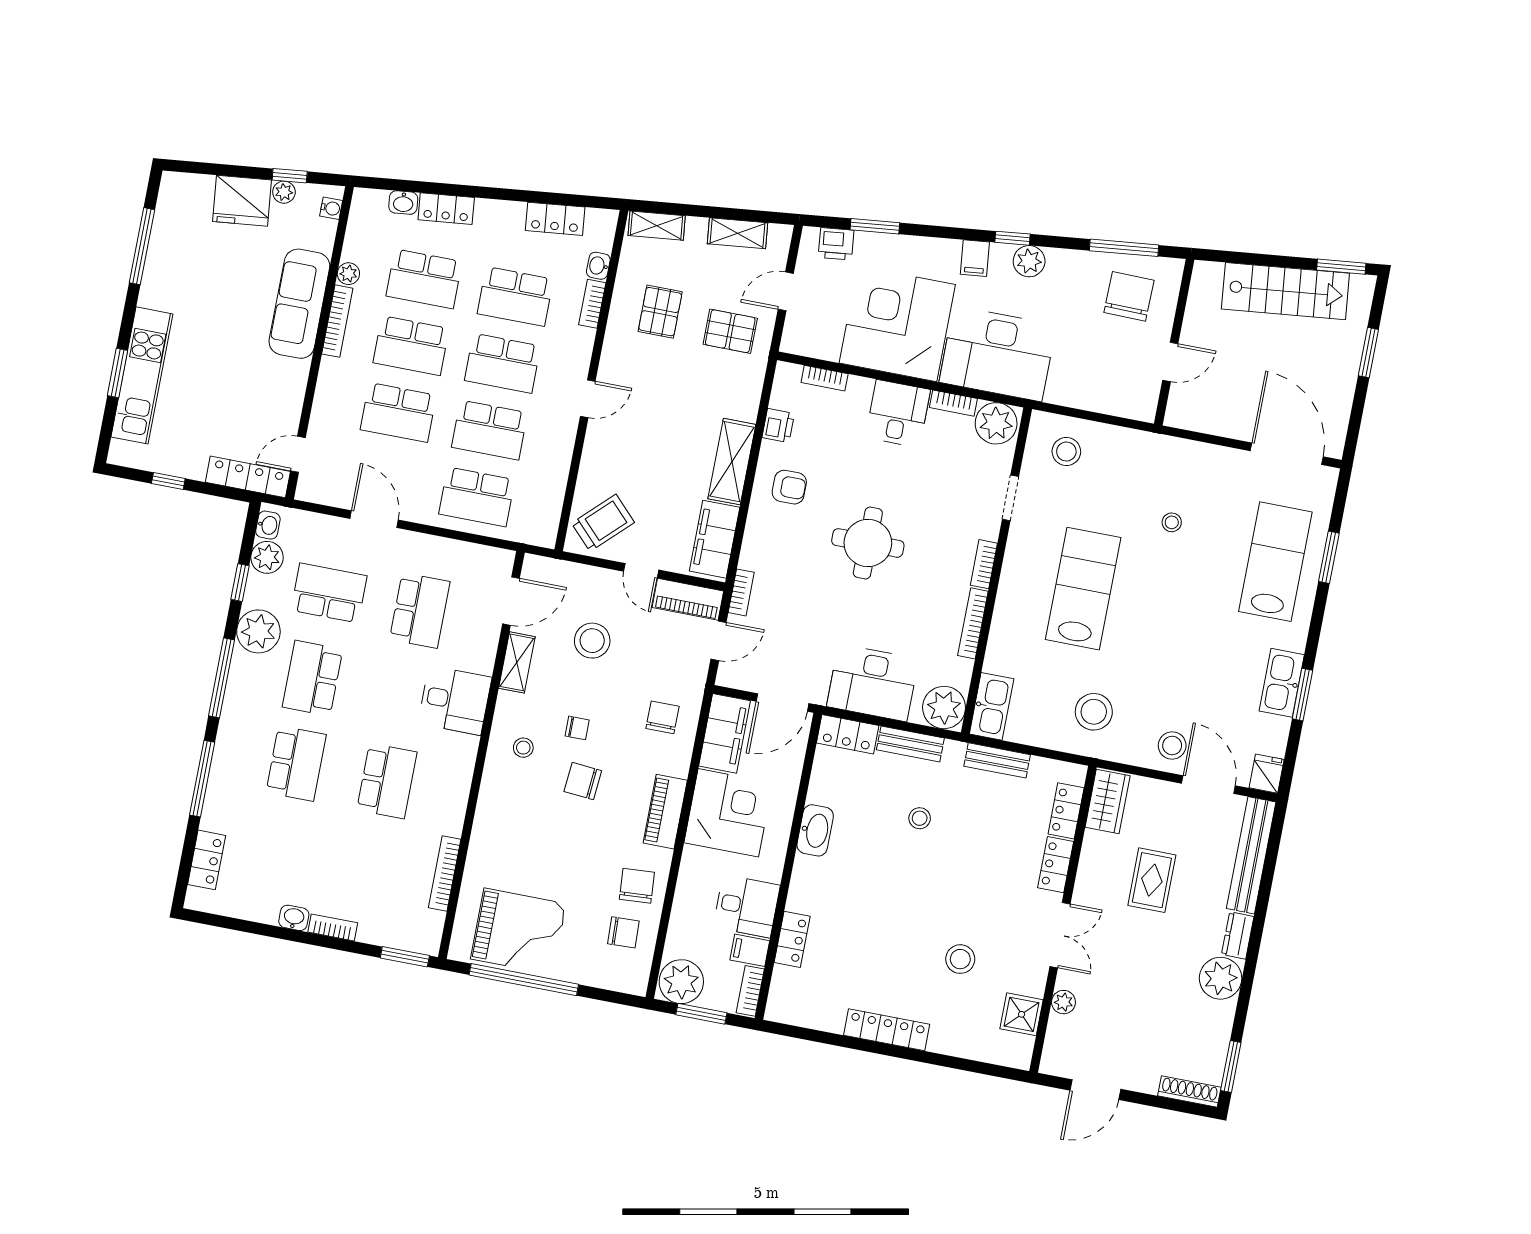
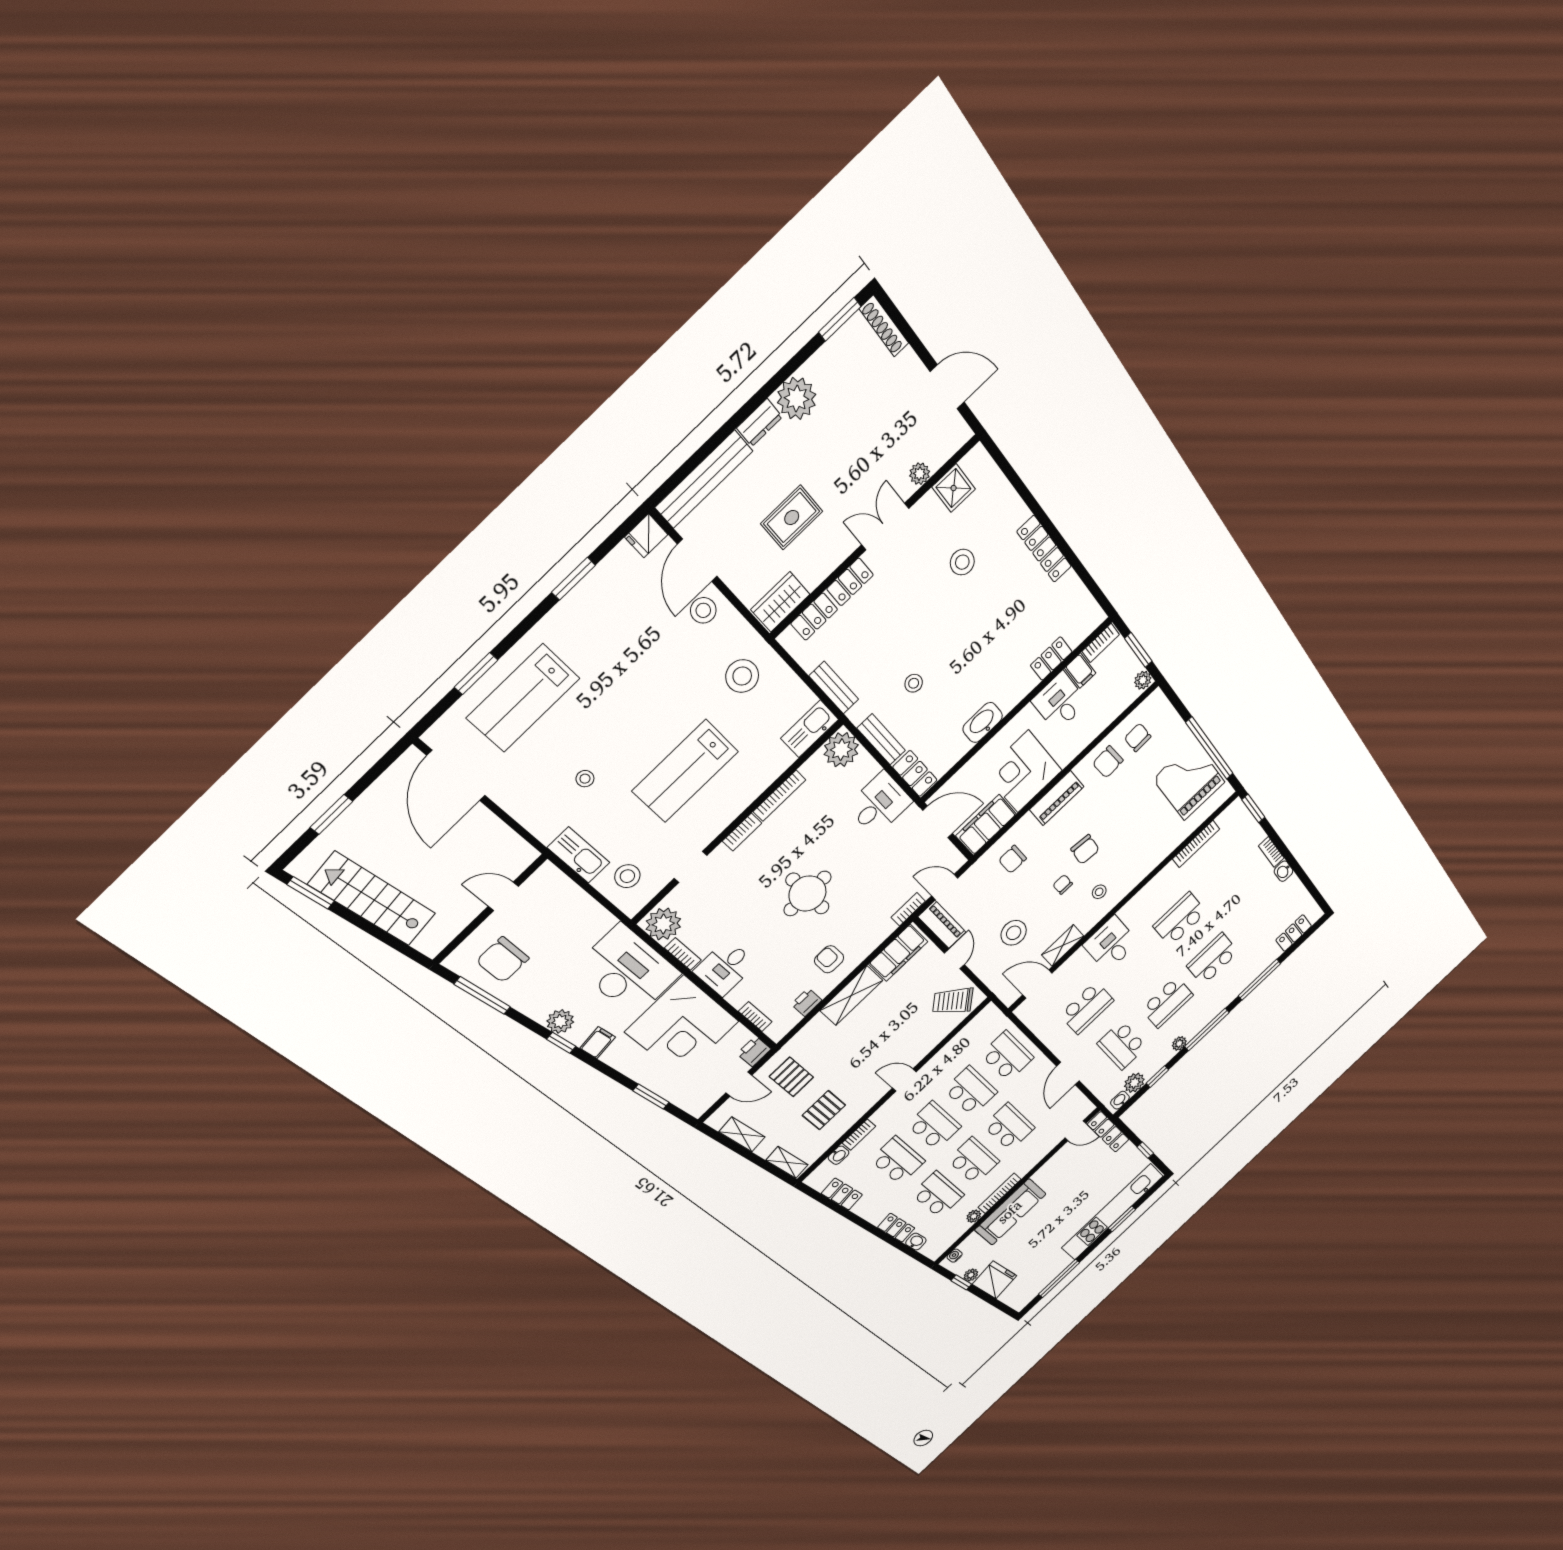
printer: (836, 244) -> (754, 1051), moved, turned -84
kitchen unit: (142, 375) -> (1112, 1212), width x1.36
school desk: (420, 610) -> (1087, 1008), turned 180
plant: (258, 631) -> (1179, 1043), width x0.53, depth x0.53
desk: (873, 683) -> (879, 804), width x0.73
kitchen sink: (1282, 683) -> (579, 855), moved, turned -90
plant: (681, 982) -> (1143, 680), width x0.53, depth x0.53

